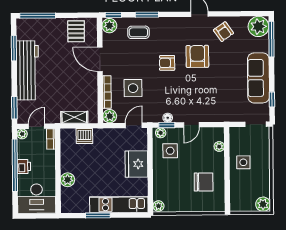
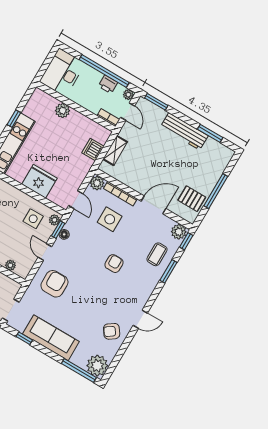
window: (38, 16) -> (216, 191), moved
armchair: (197, 56) -> (54, 284), moved, turned -90
workbench: (27, 70) -> (184, 131), width x0.73, depth x0.76
printer: (24, 166) -> (108, 84), moved
window: (98, 215) -> (14, 119), width x0.67

